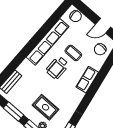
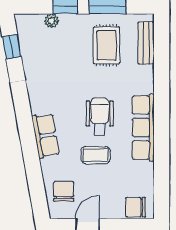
row of seats: (48, 42) -> (143, 128), width x0.73
rug: (46, 107) -> (107, 45), moved, turned 90

